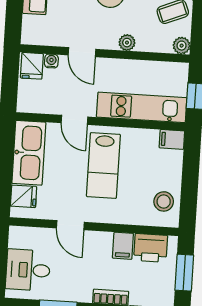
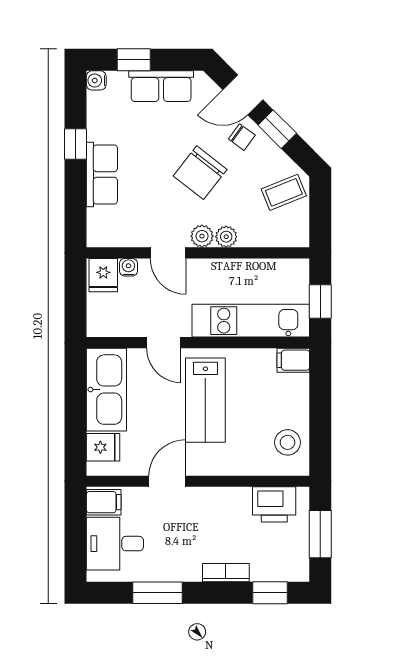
plant: (182, 46) -> (202, 236), moved
door: (70, 225) -> (167, 481), swing flipped
filing cabinet: (123, 246) -> (104, 502), moved, turned -90

